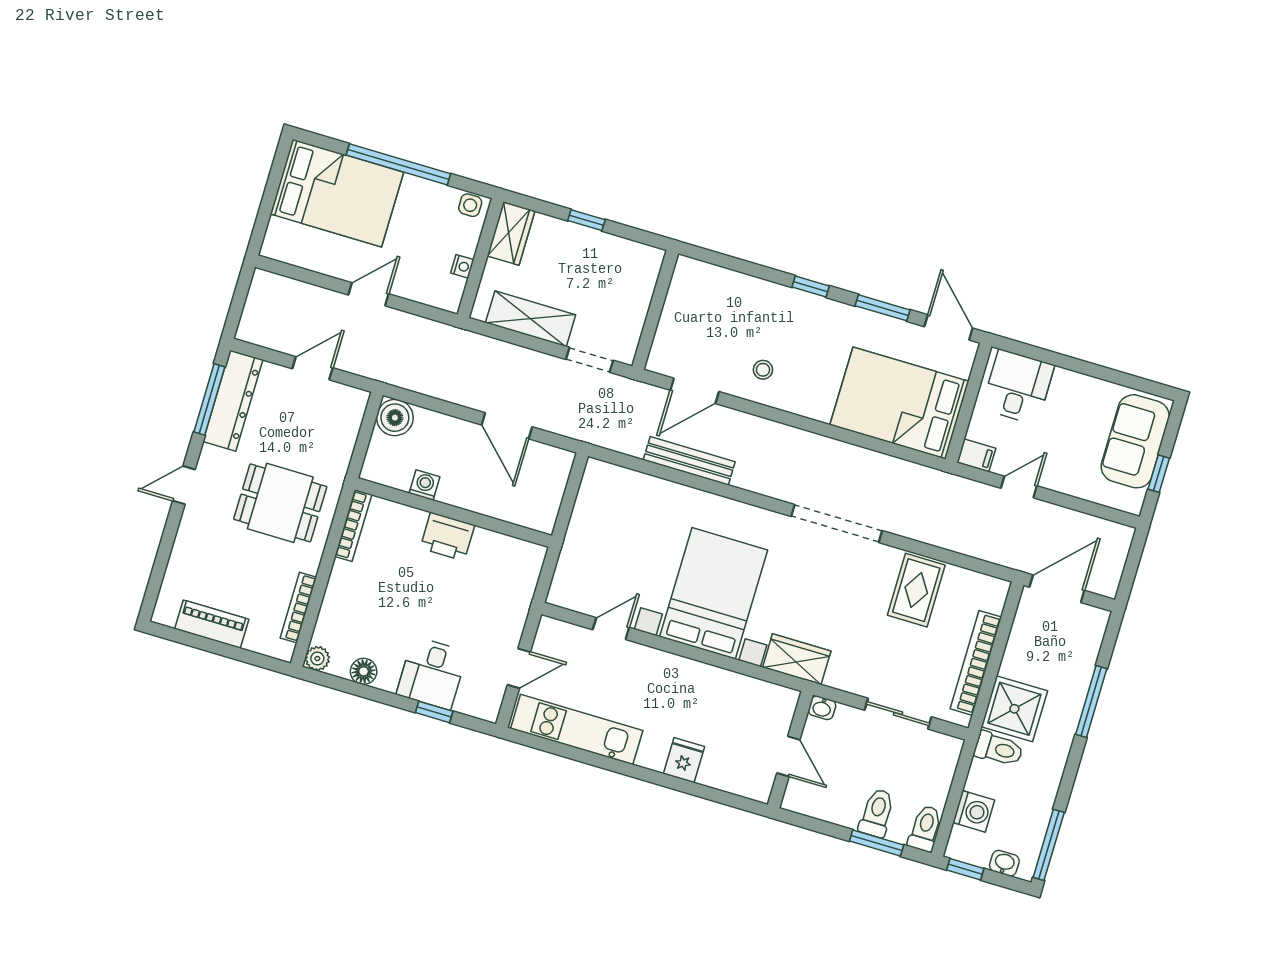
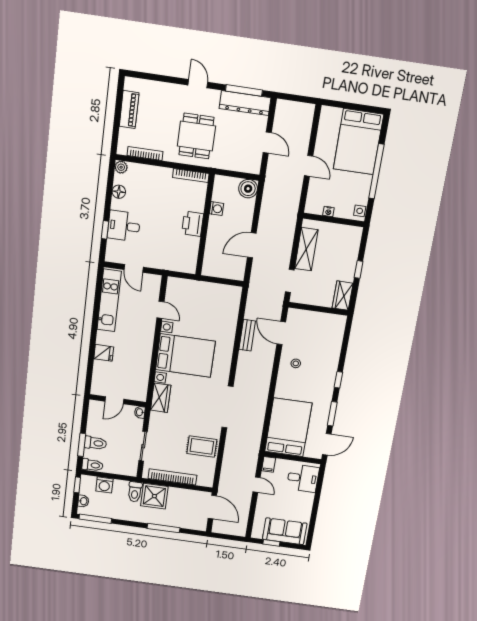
wardrobe: (511, 233) -> (343, 296), moved, turned 90
bench: (689, 461) -> (247, 335), width x0.73

